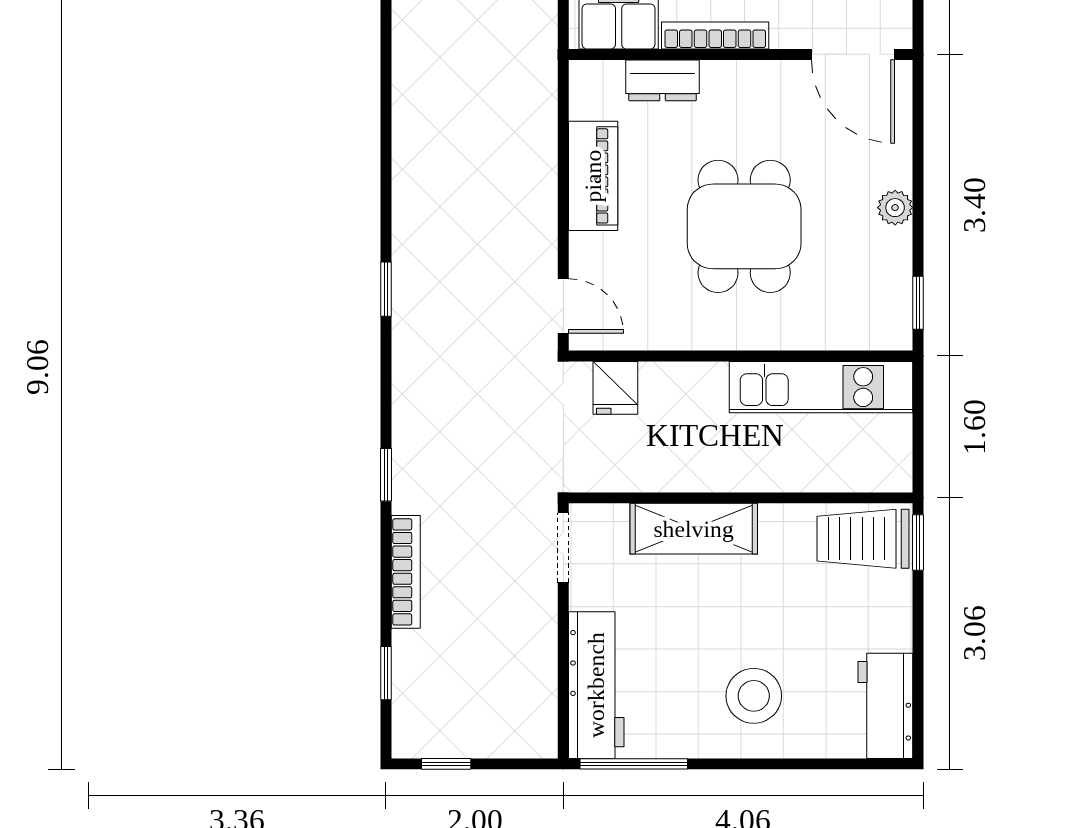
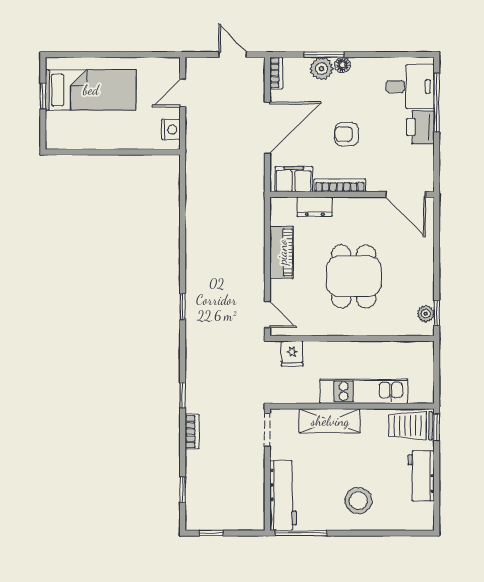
plant: (895, 208) -> (426, 314), moved
kitchen unit: (821, 387) -> (364, 391), moved, turned 180
bookcase: (406, 572) -> (192, 432), width x0.64
workbench: (885, 706) -> (421, 476), moved

